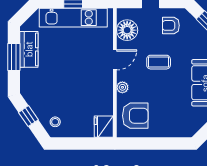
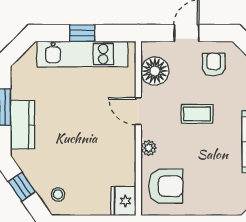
armchair: (171, 25) -> (214, 65), turned 90
kitchen counter: (29, 49) -> (23, 125), moved
door: (115, 60) -> (138, 111), swing flipped

